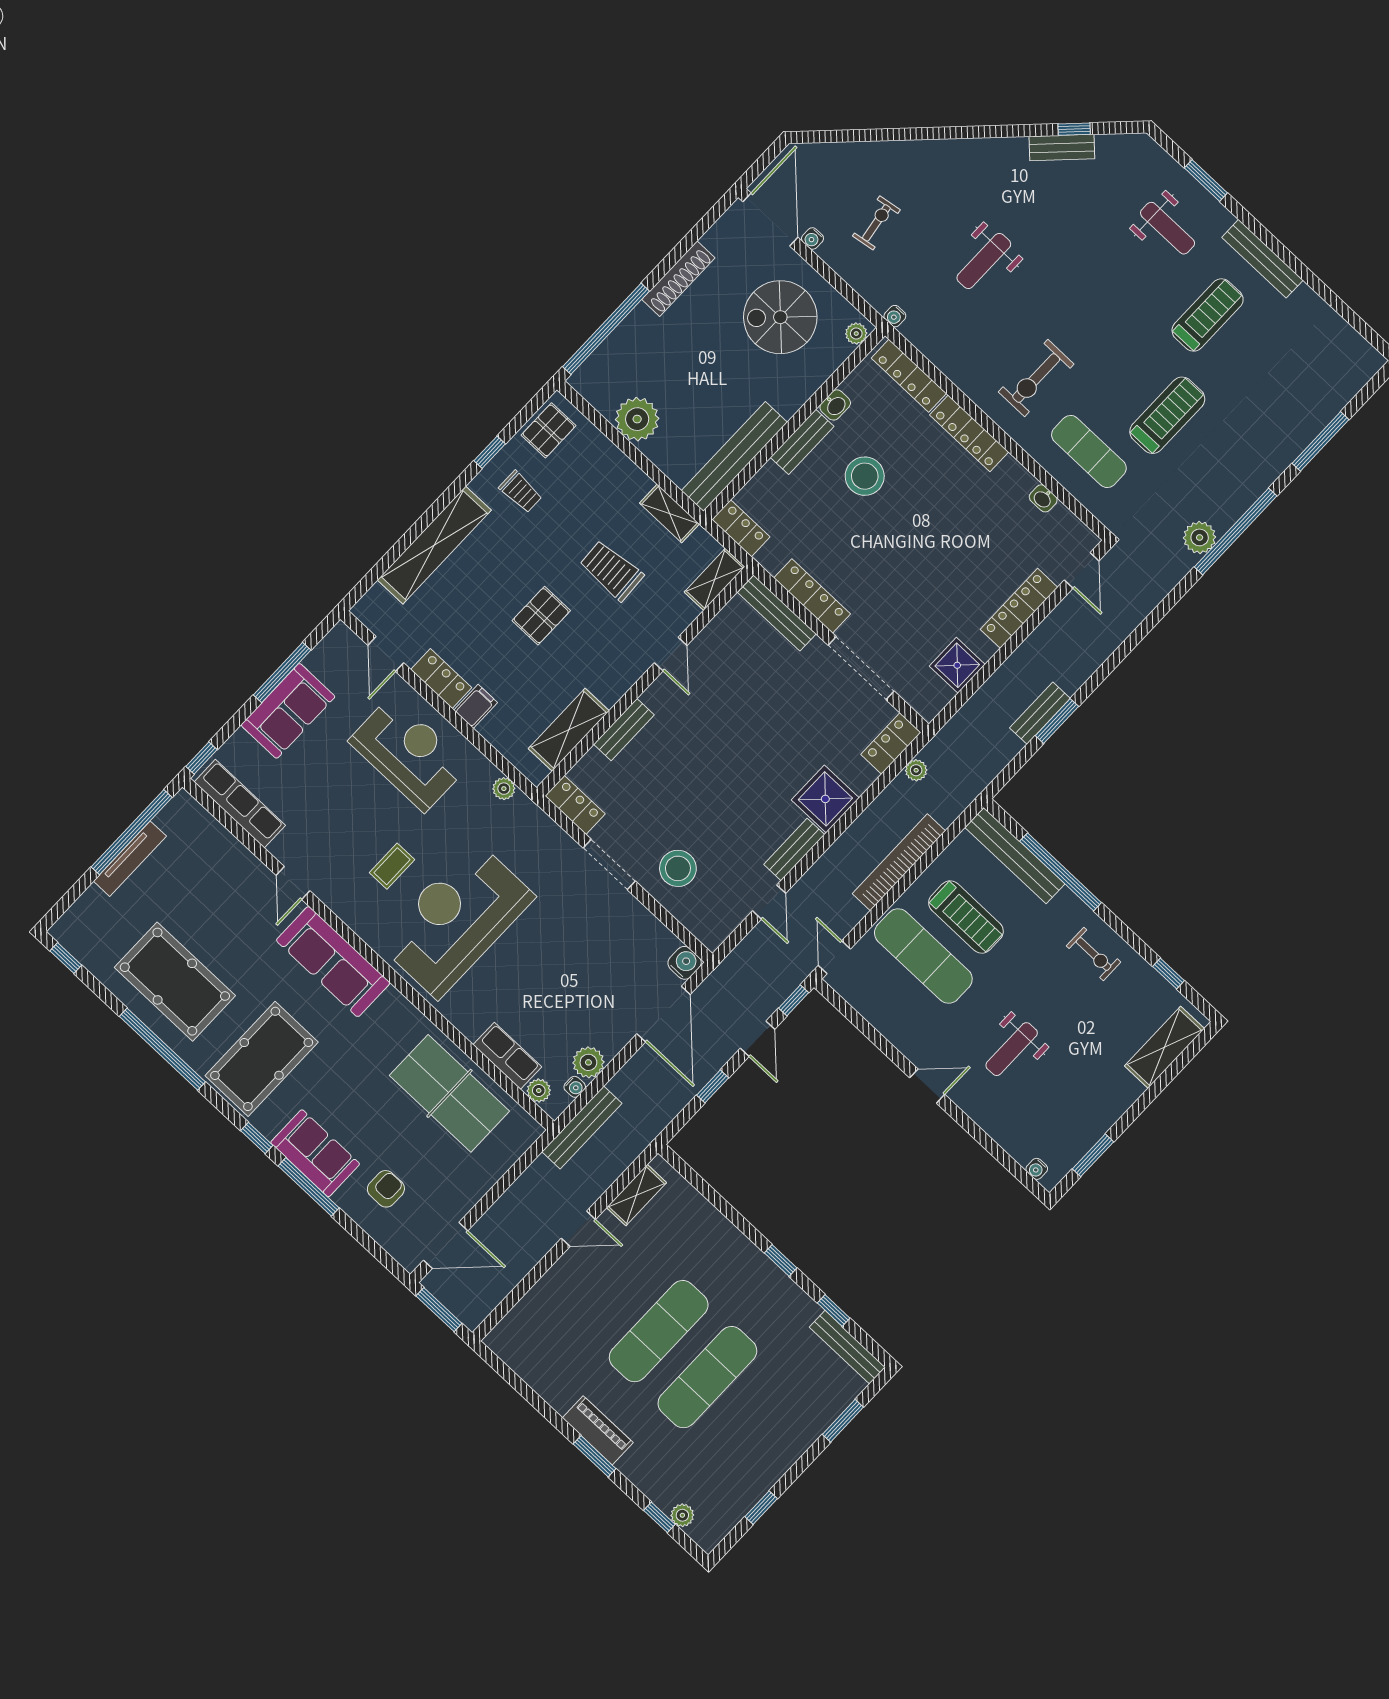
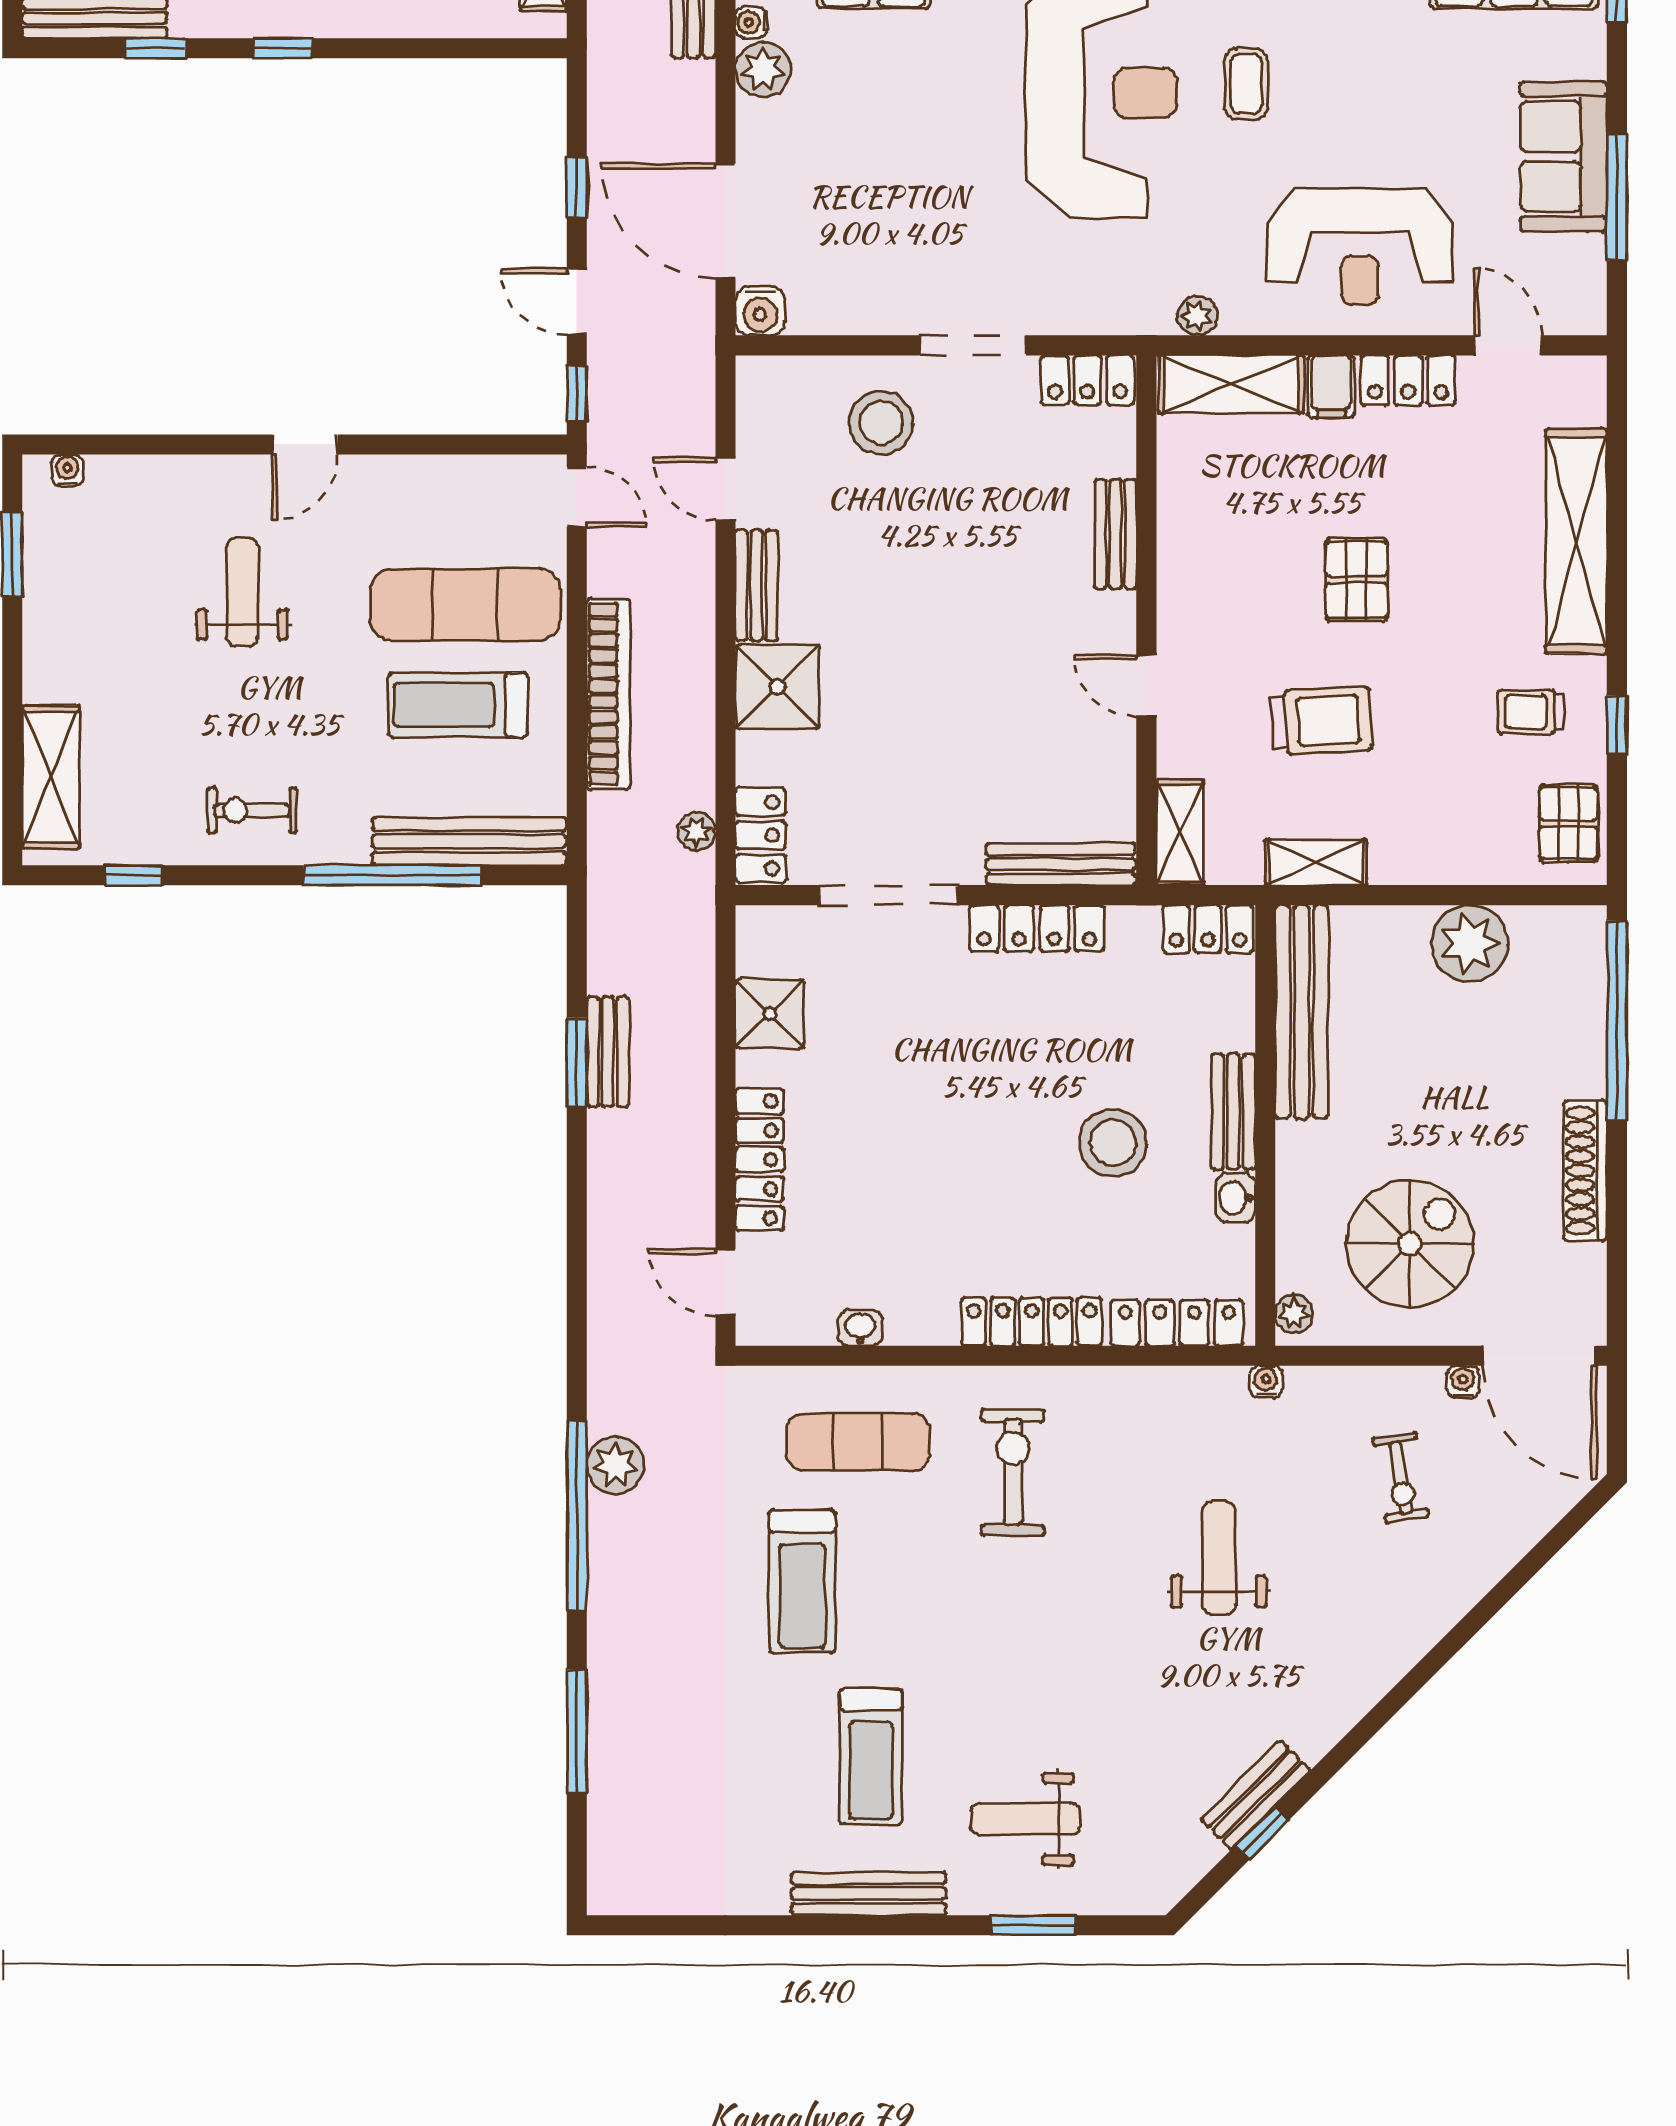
shelving: (569, 730) -> (1231, 384), moved, turned 90

